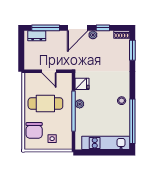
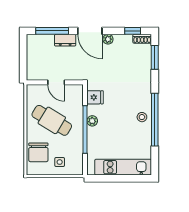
door: (78, 28) -> (90, 31), hinge flipped
window: (103, 28) -> (133, 31), moved
dresser: (37, 36) -> (65, 40), moved
cafe table: (45, 103) -> (52, 120), turned 31
window: (132, 121) -> (155, 120), moved

